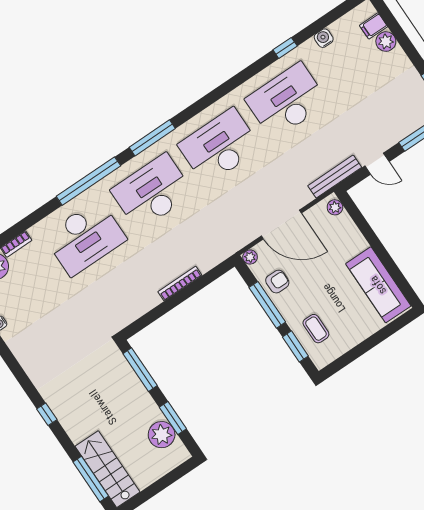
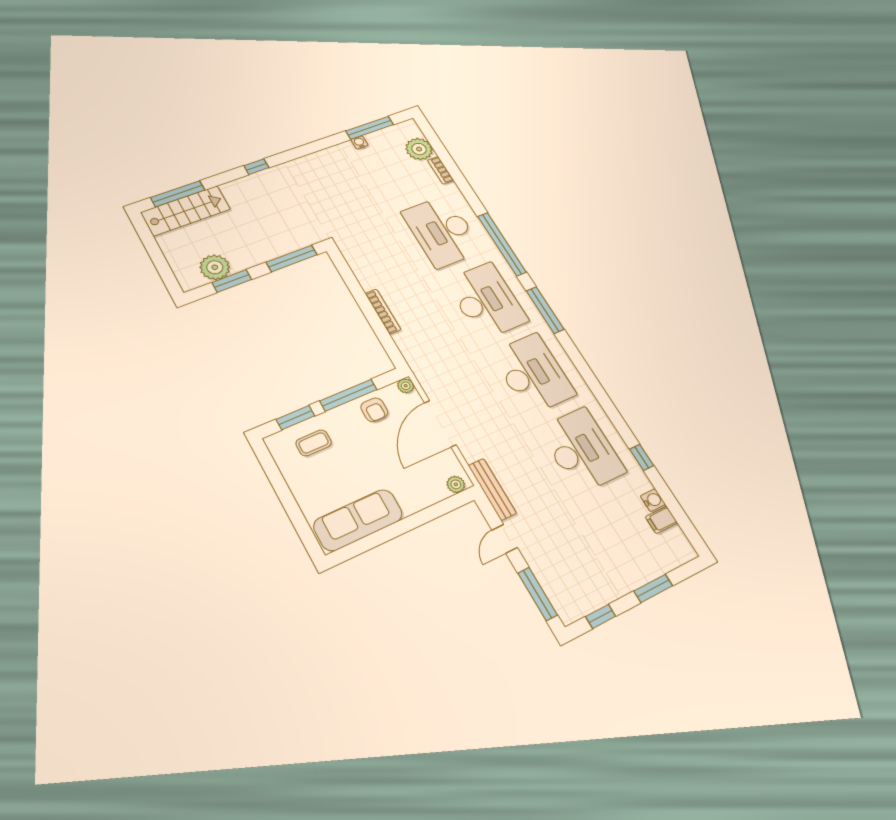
filing cabinet: (373, 26) -> (661, 520), moved, turned -90
window: (402, 38) -> (653, 588), added
plant: (386, 42) -> (649, 569), removed

